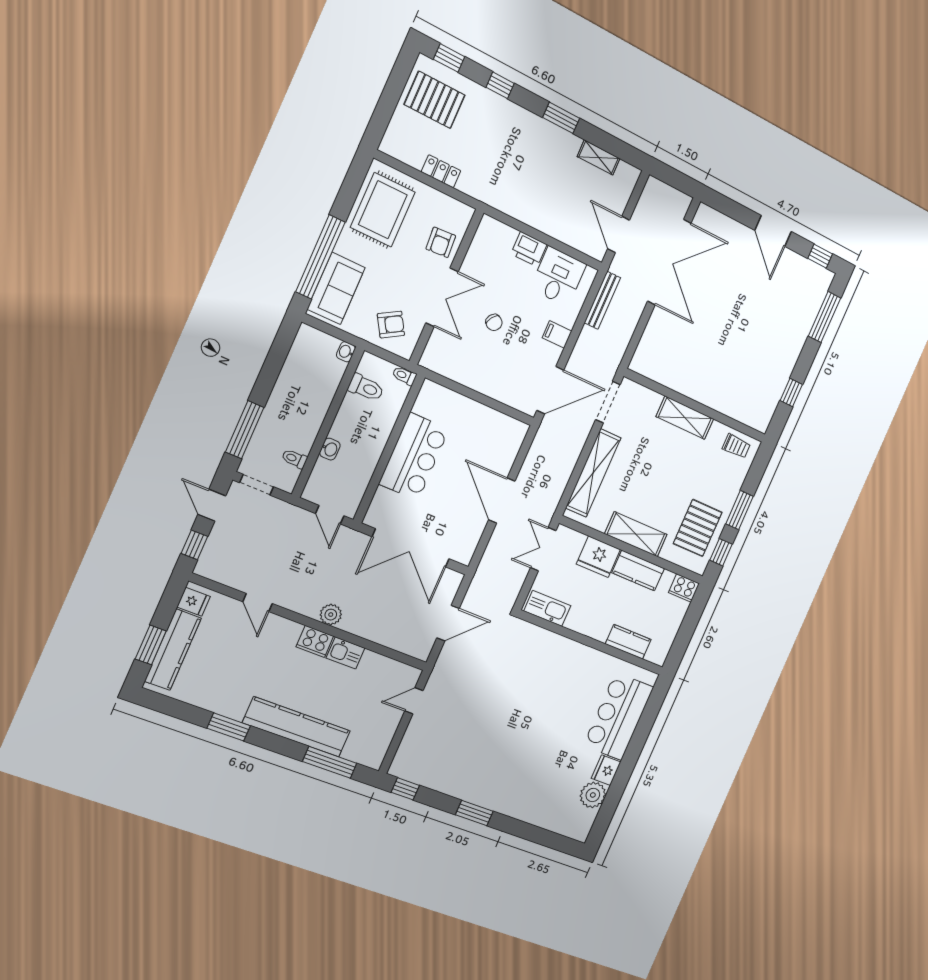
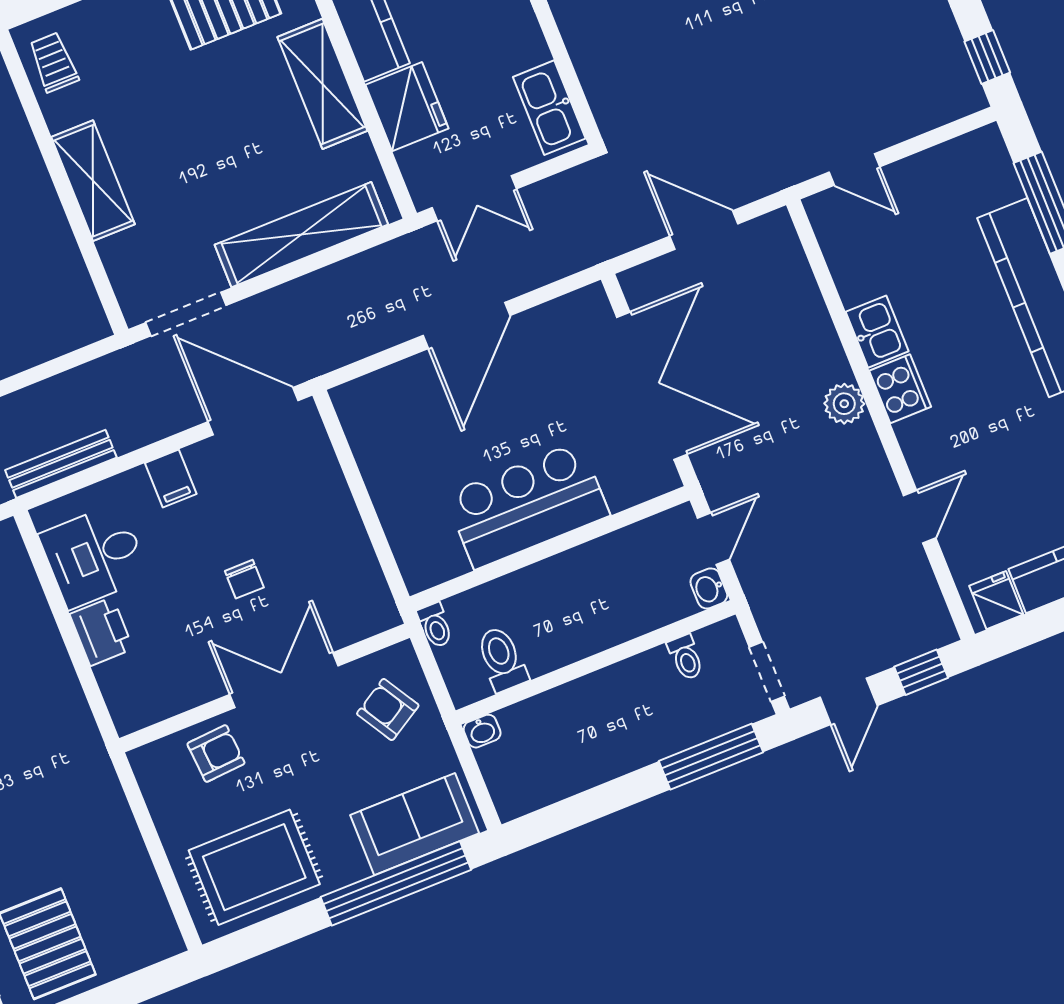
locker: (441, 171) -> (127, 845), removed
chair: (494, 322) -> (244, 579), turned 145
washbasin: (330, 449) -> (709, 588), moved, turned -90

